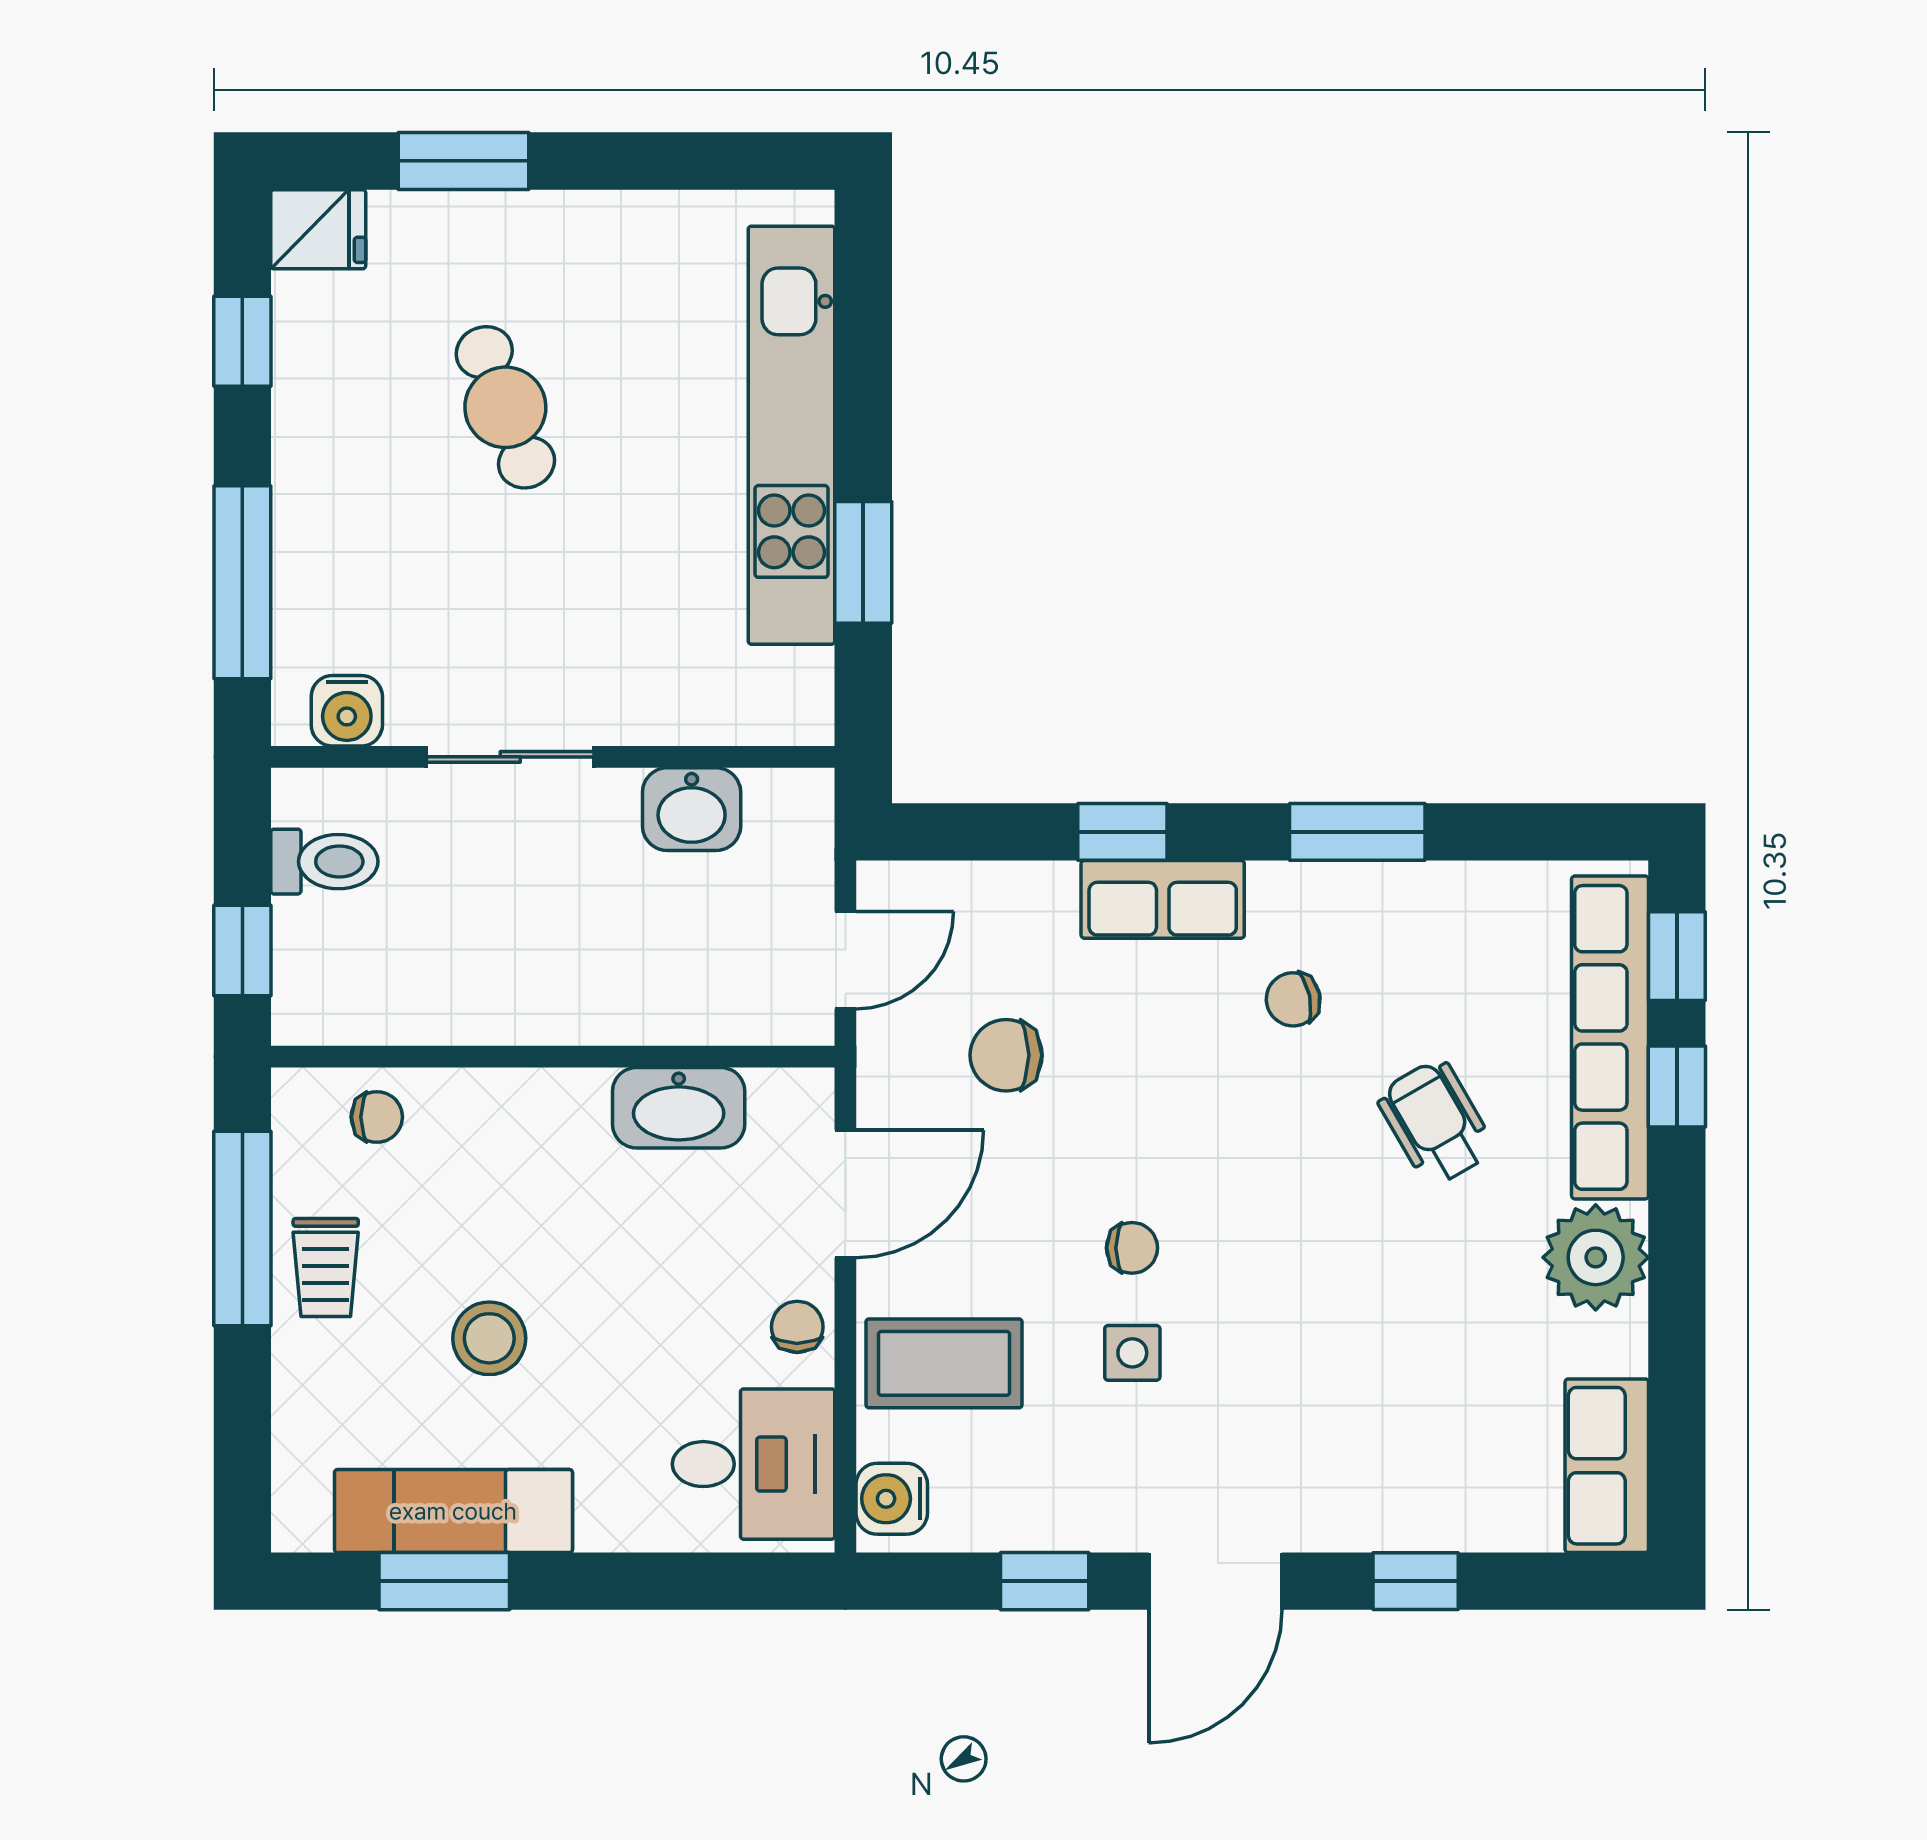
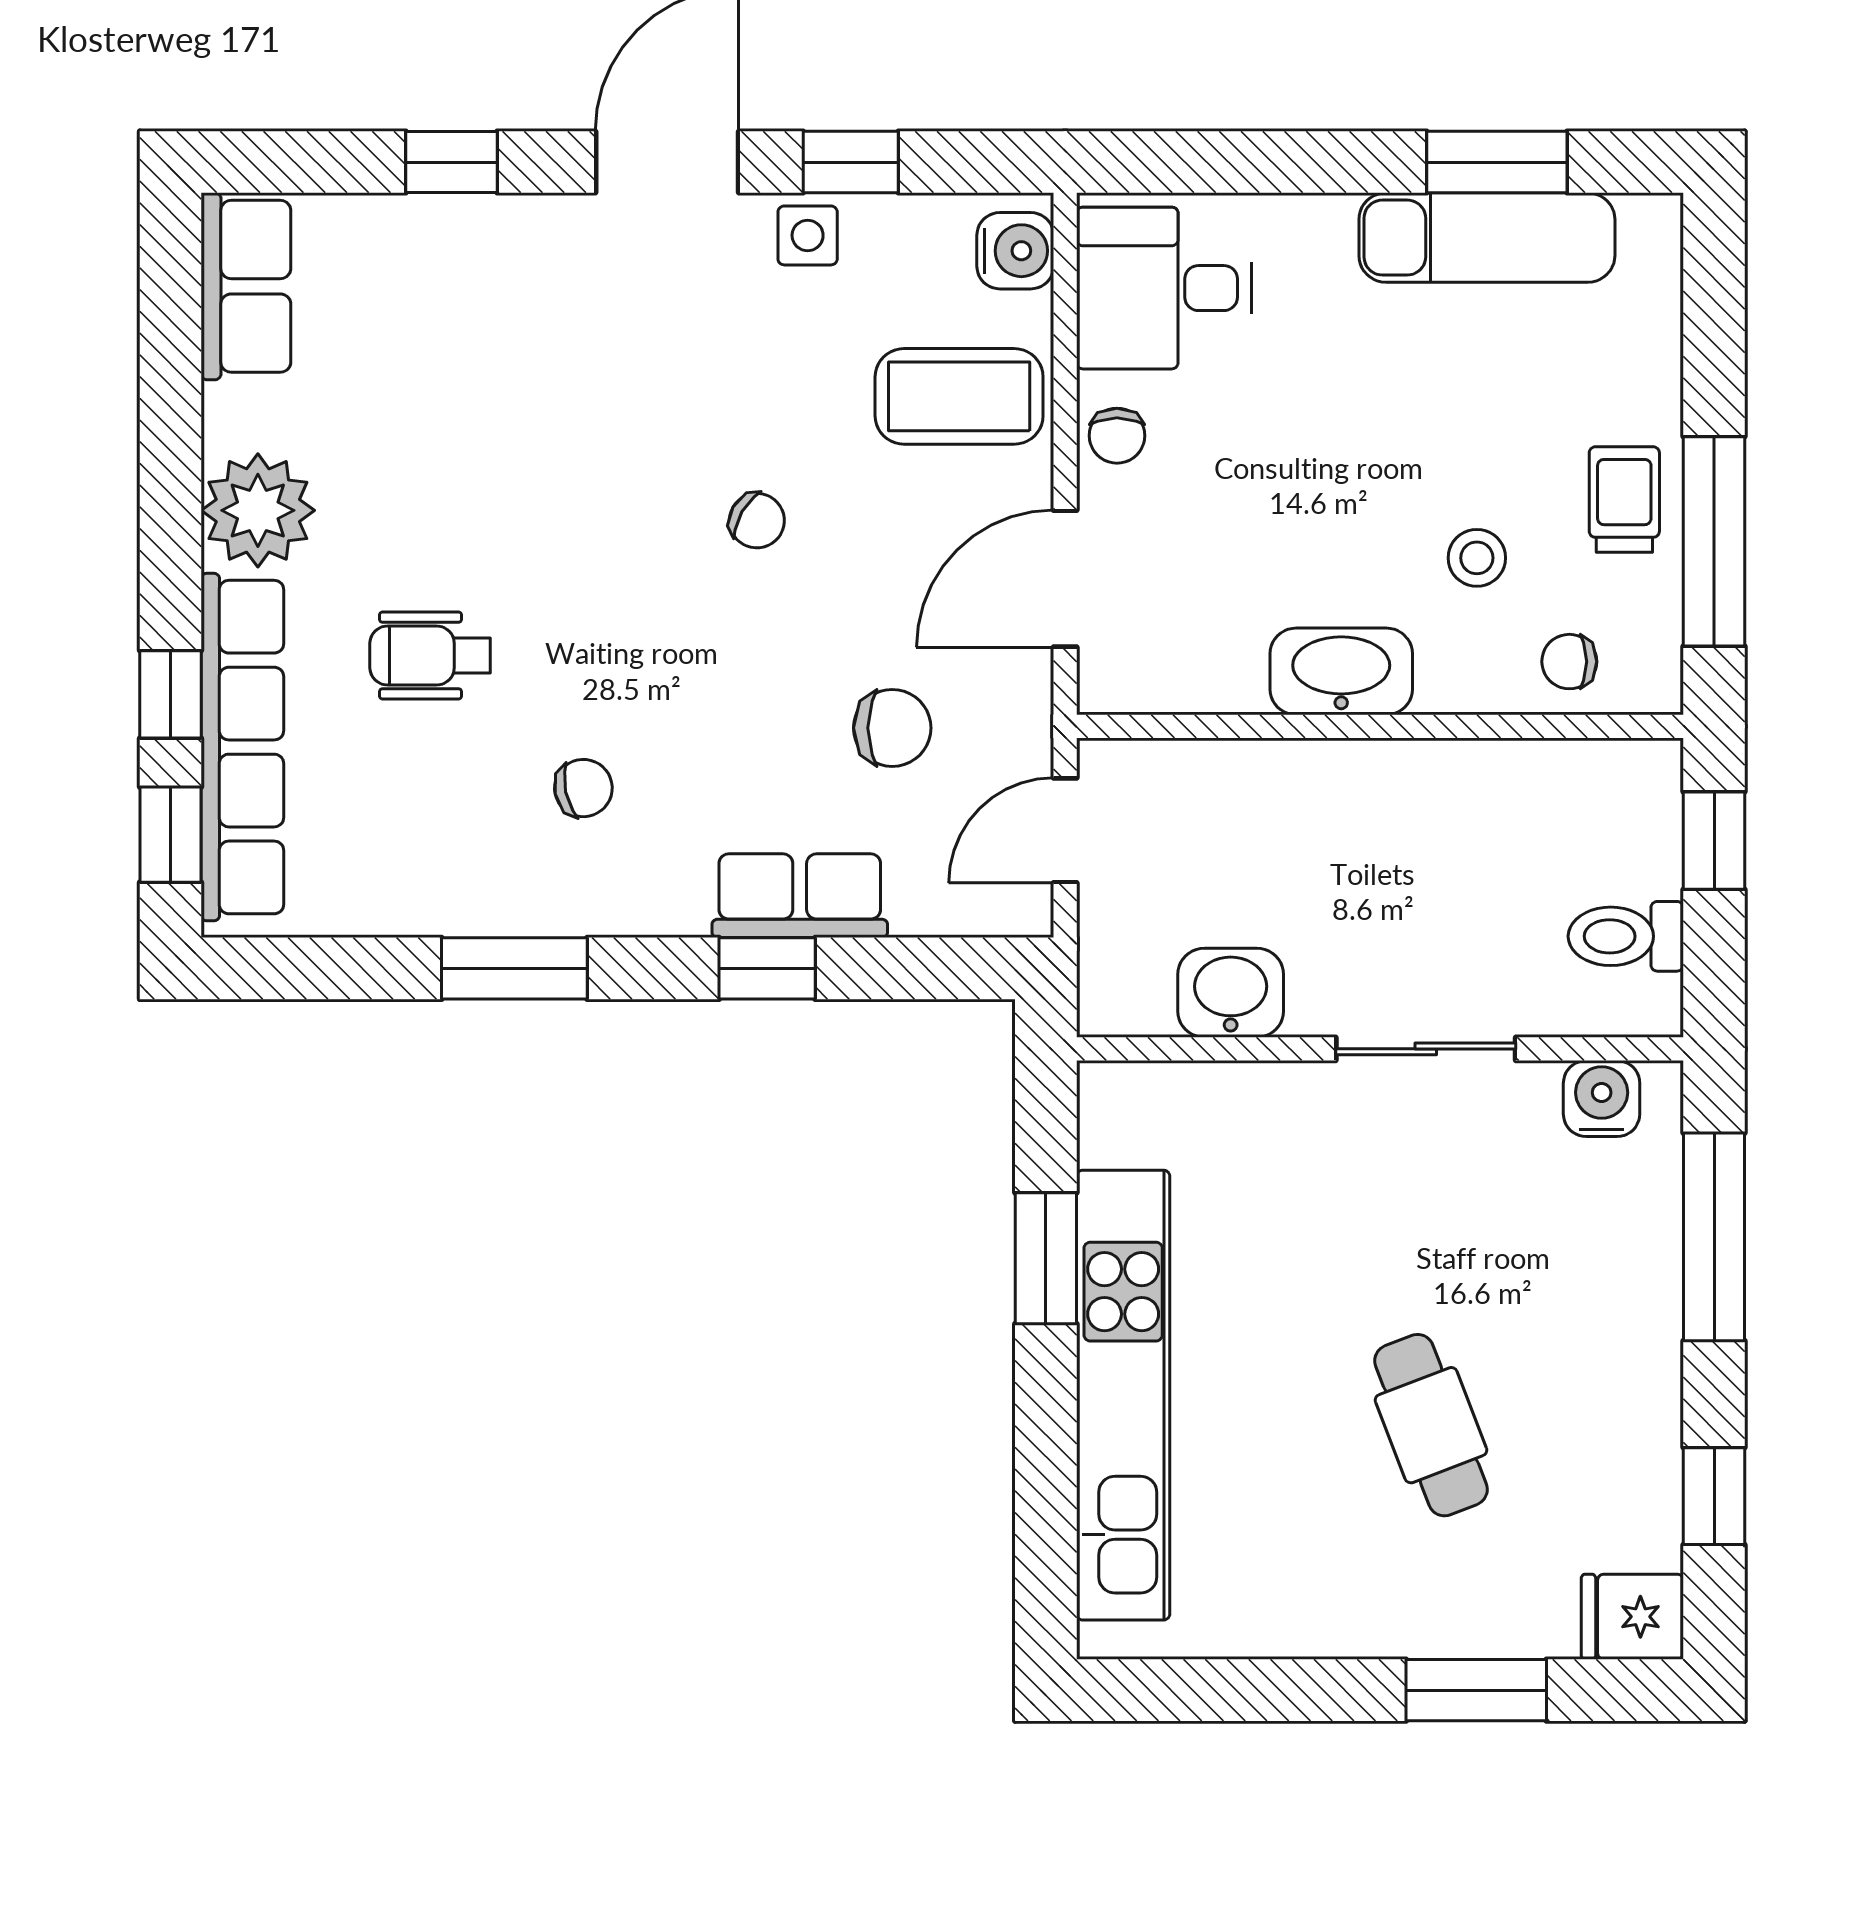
row of seats: (1163, 899) -> (800, 896), moved
washbasin: (679, 1108) -> (1341, 671), moved
wheelchair: (1436, 1123) -> (430, 655), turned 120
chair: (1132, 1248) -> (757, 521), turned -150
stool: (489, 1338) -> (1477, 558), moved, width x0.73, depth x0.73
side table: (1132, 1353) -> (808, 235), moved

